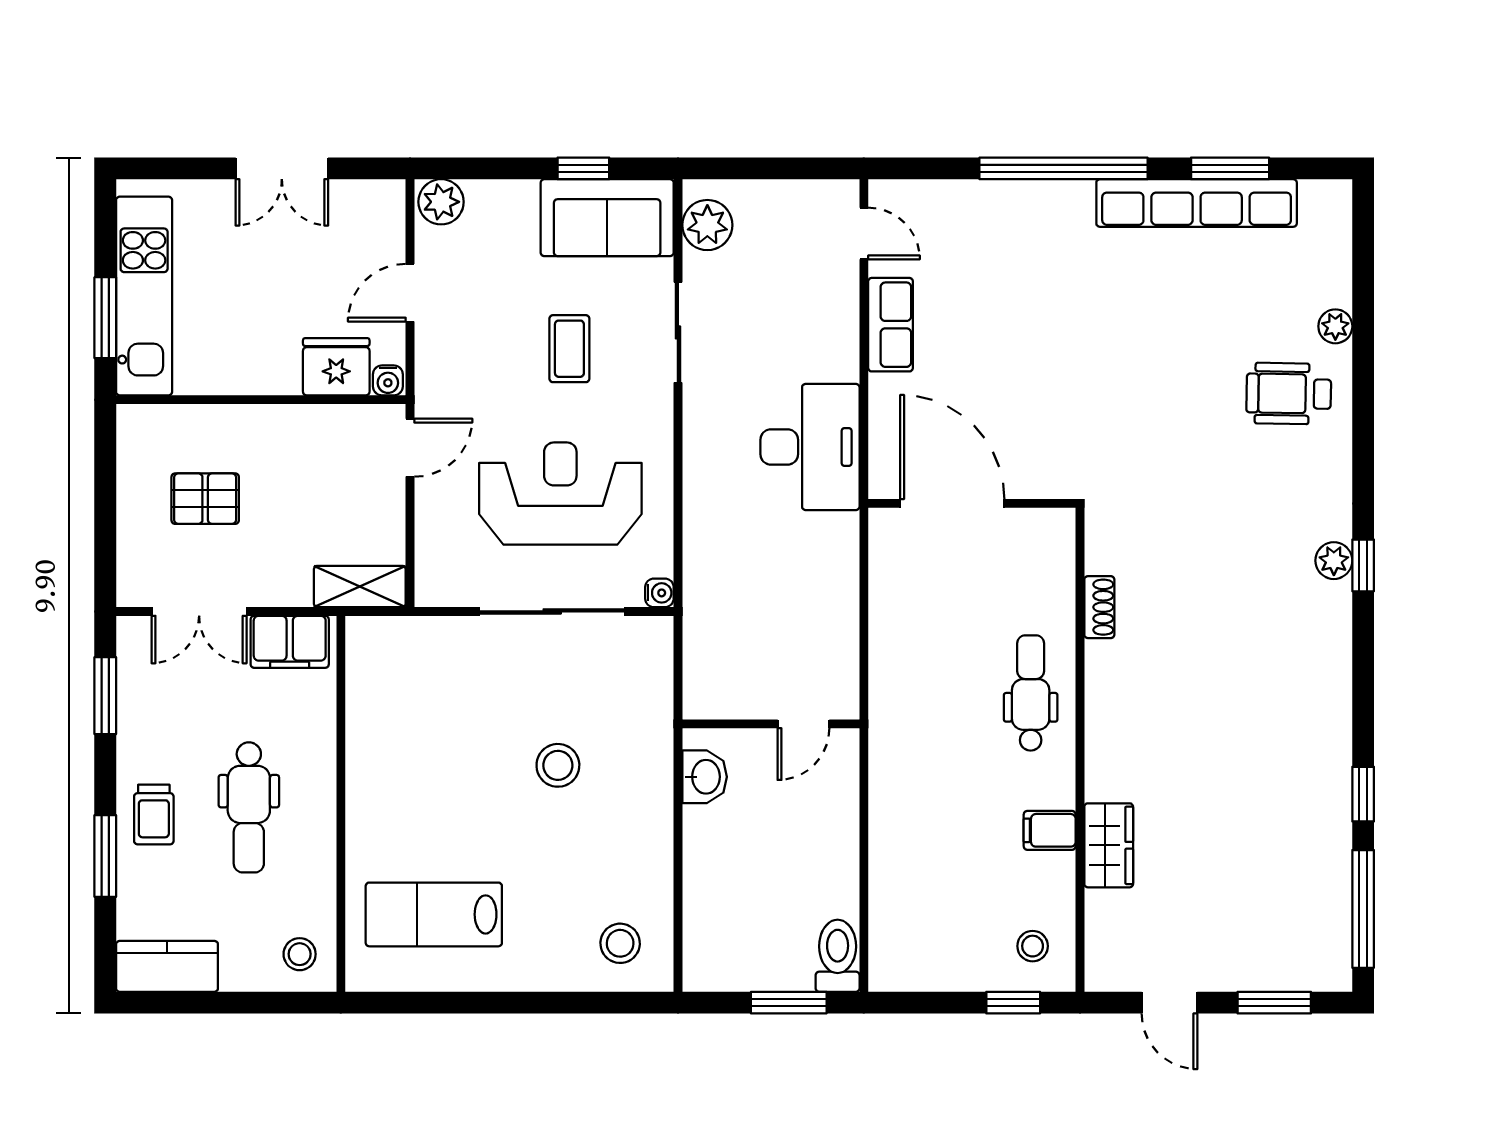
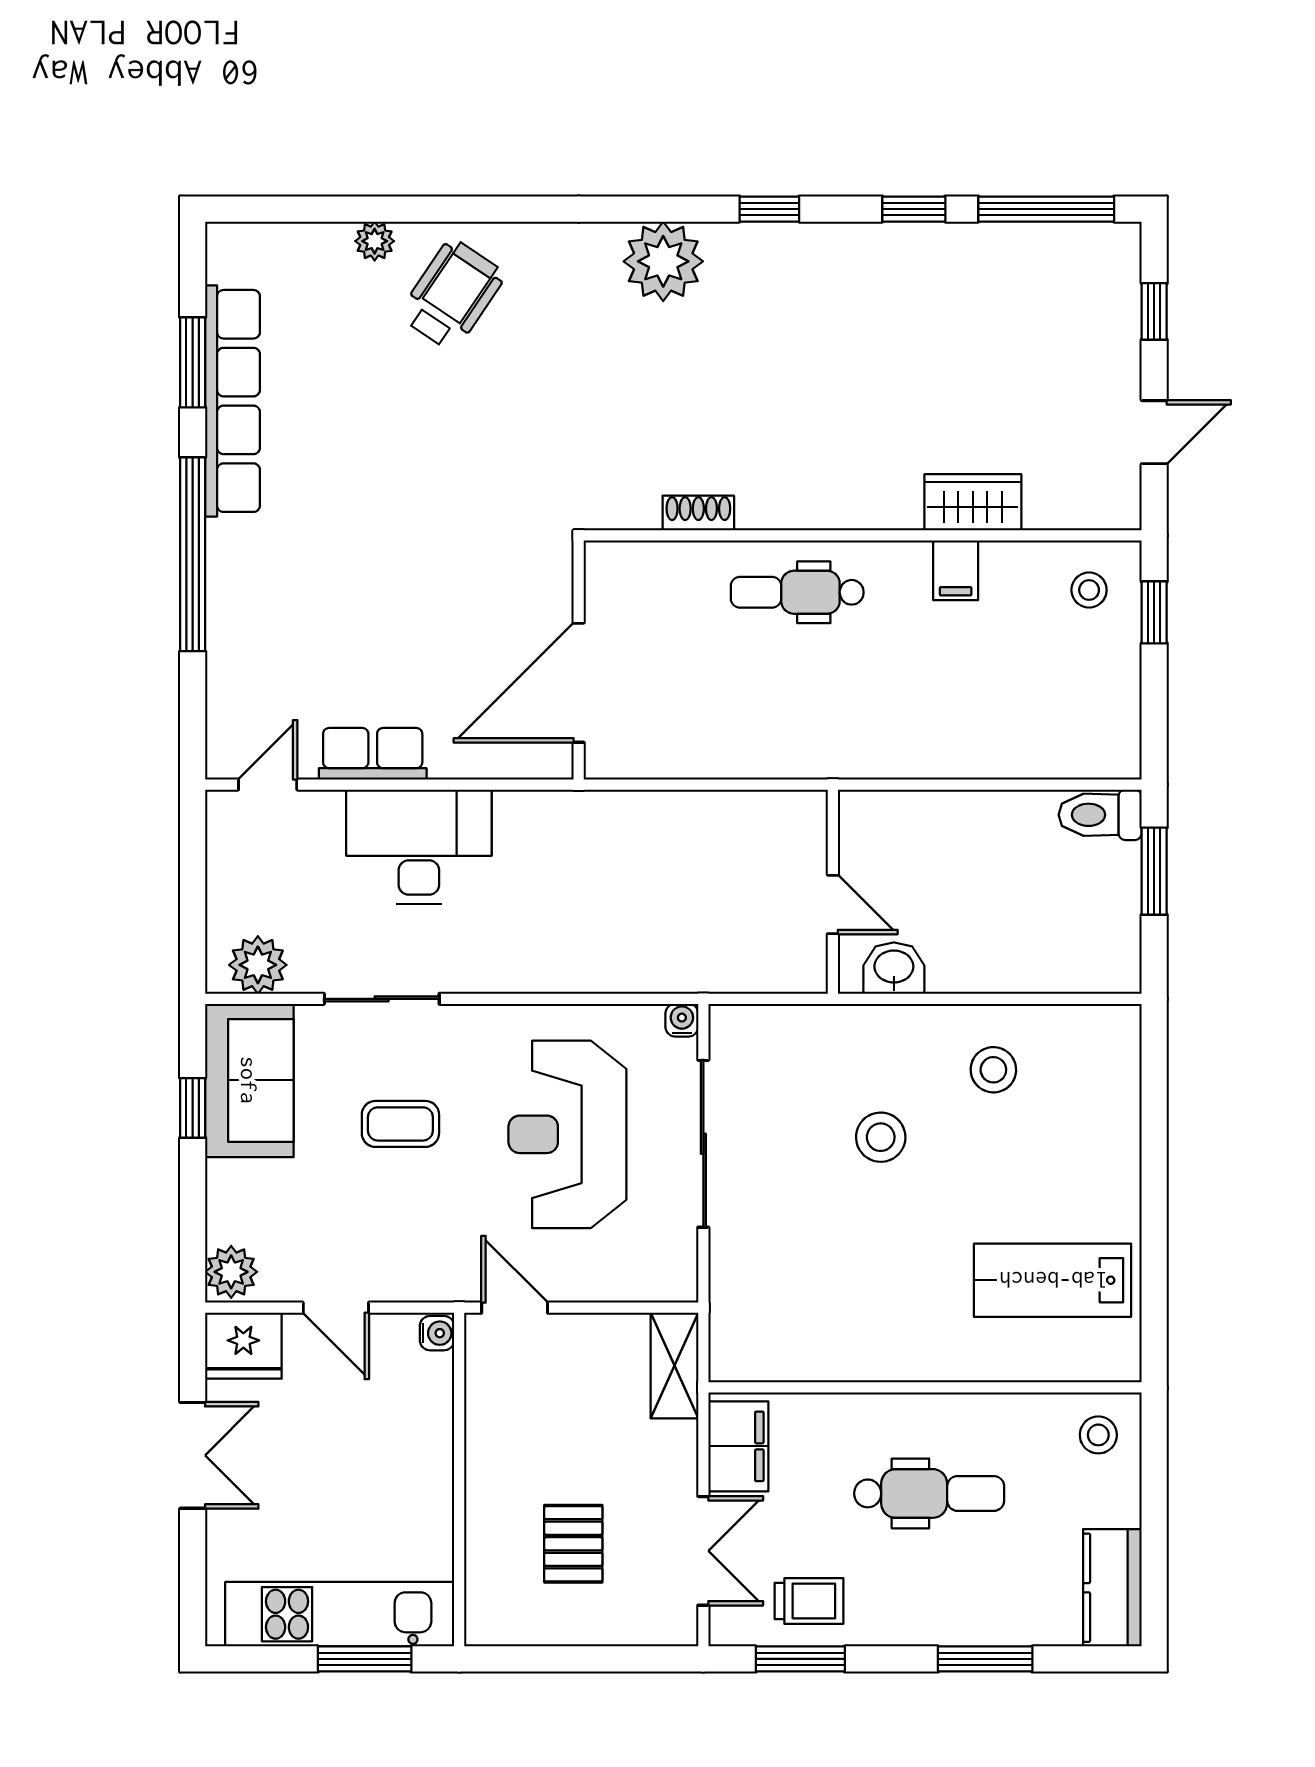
fridge: (336, 367) -> (243, 1346), moved, turned -90
wheelchair: (1289, 394) -> (452, 295), turned -147
desk: (810, 447) -> (419, 847), moved
plant: (1334, 561) -> (663, 261), width x1.87, depth x1.87
window: (1363, 565) -> (769, 209), moved
door: (803, 724) -> (833, 904), moved
trolley: (154, 815) -> (809, 1601), moved
lab bench: (434, 914) -> (1053, 1280), turned 90
stool: (620, 943) -> (993, 1070), moved
window: (1274, 1003) -> (1154, 311), width x0.67

